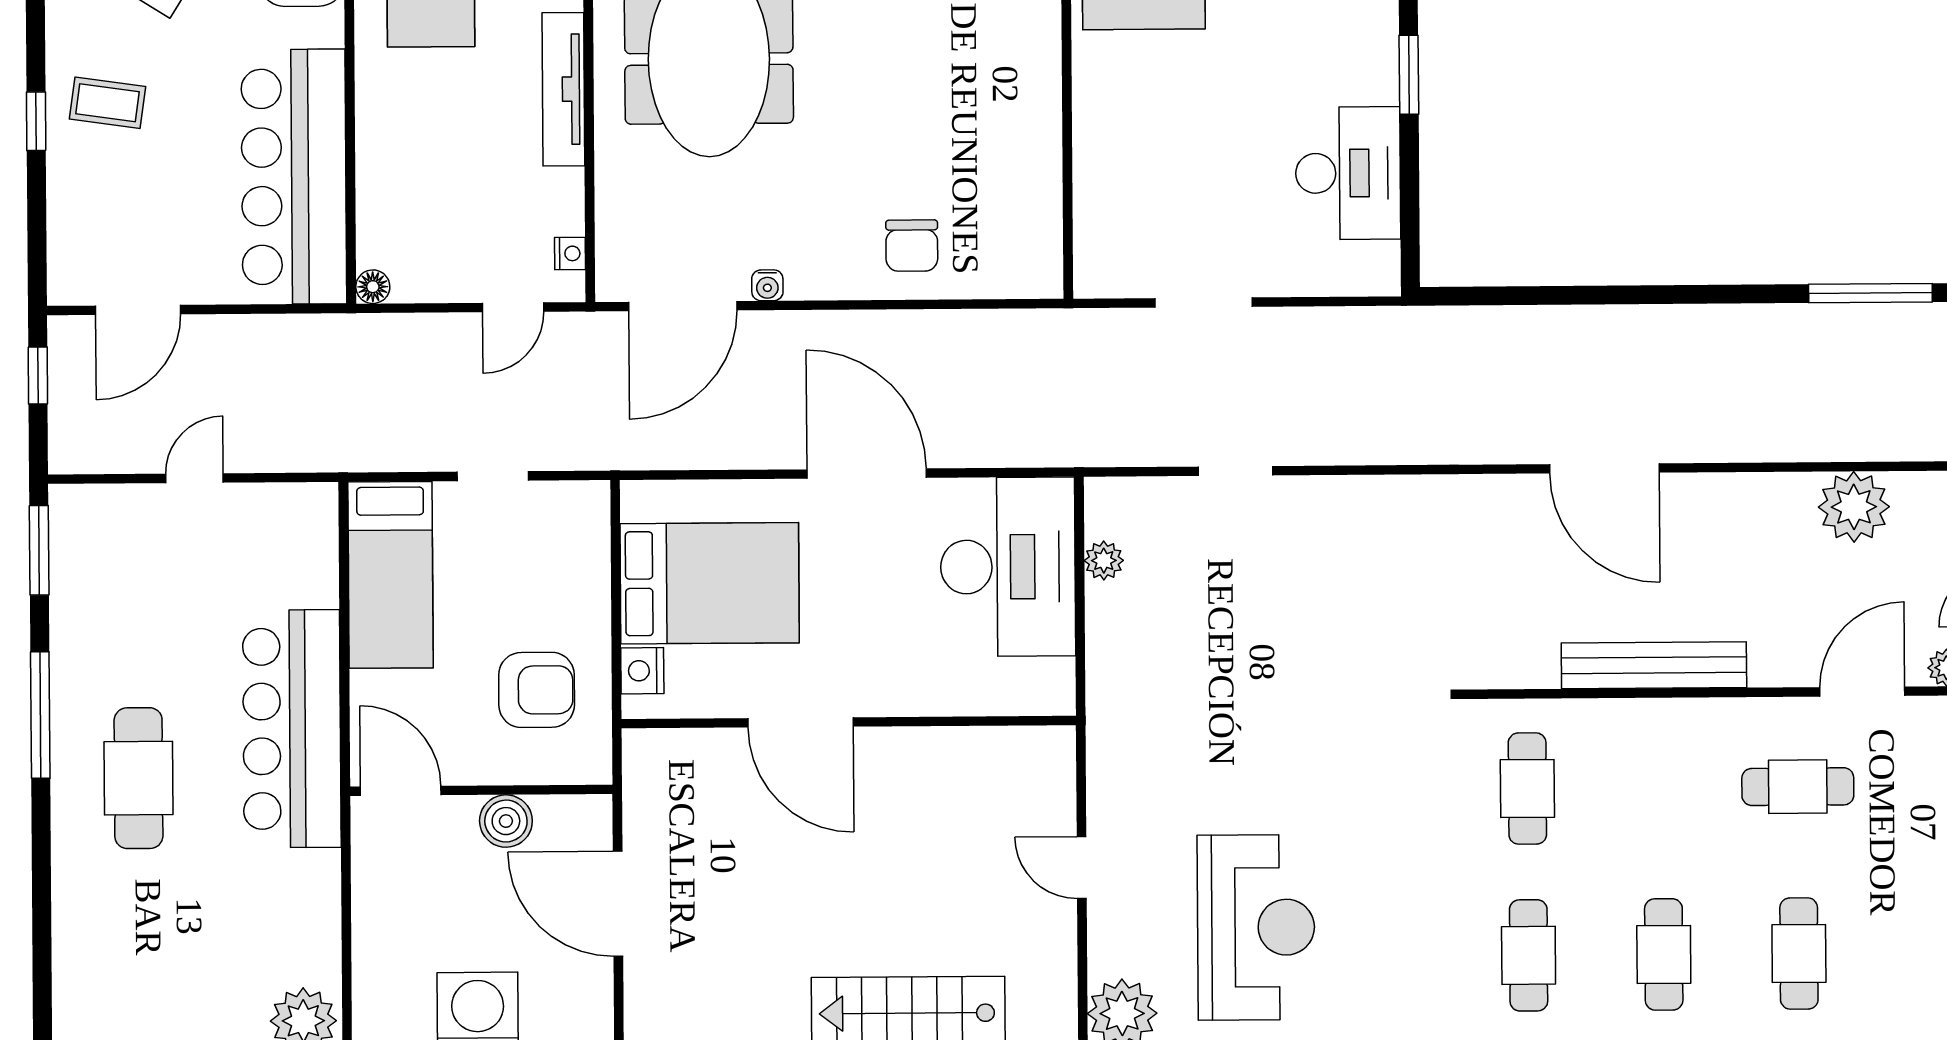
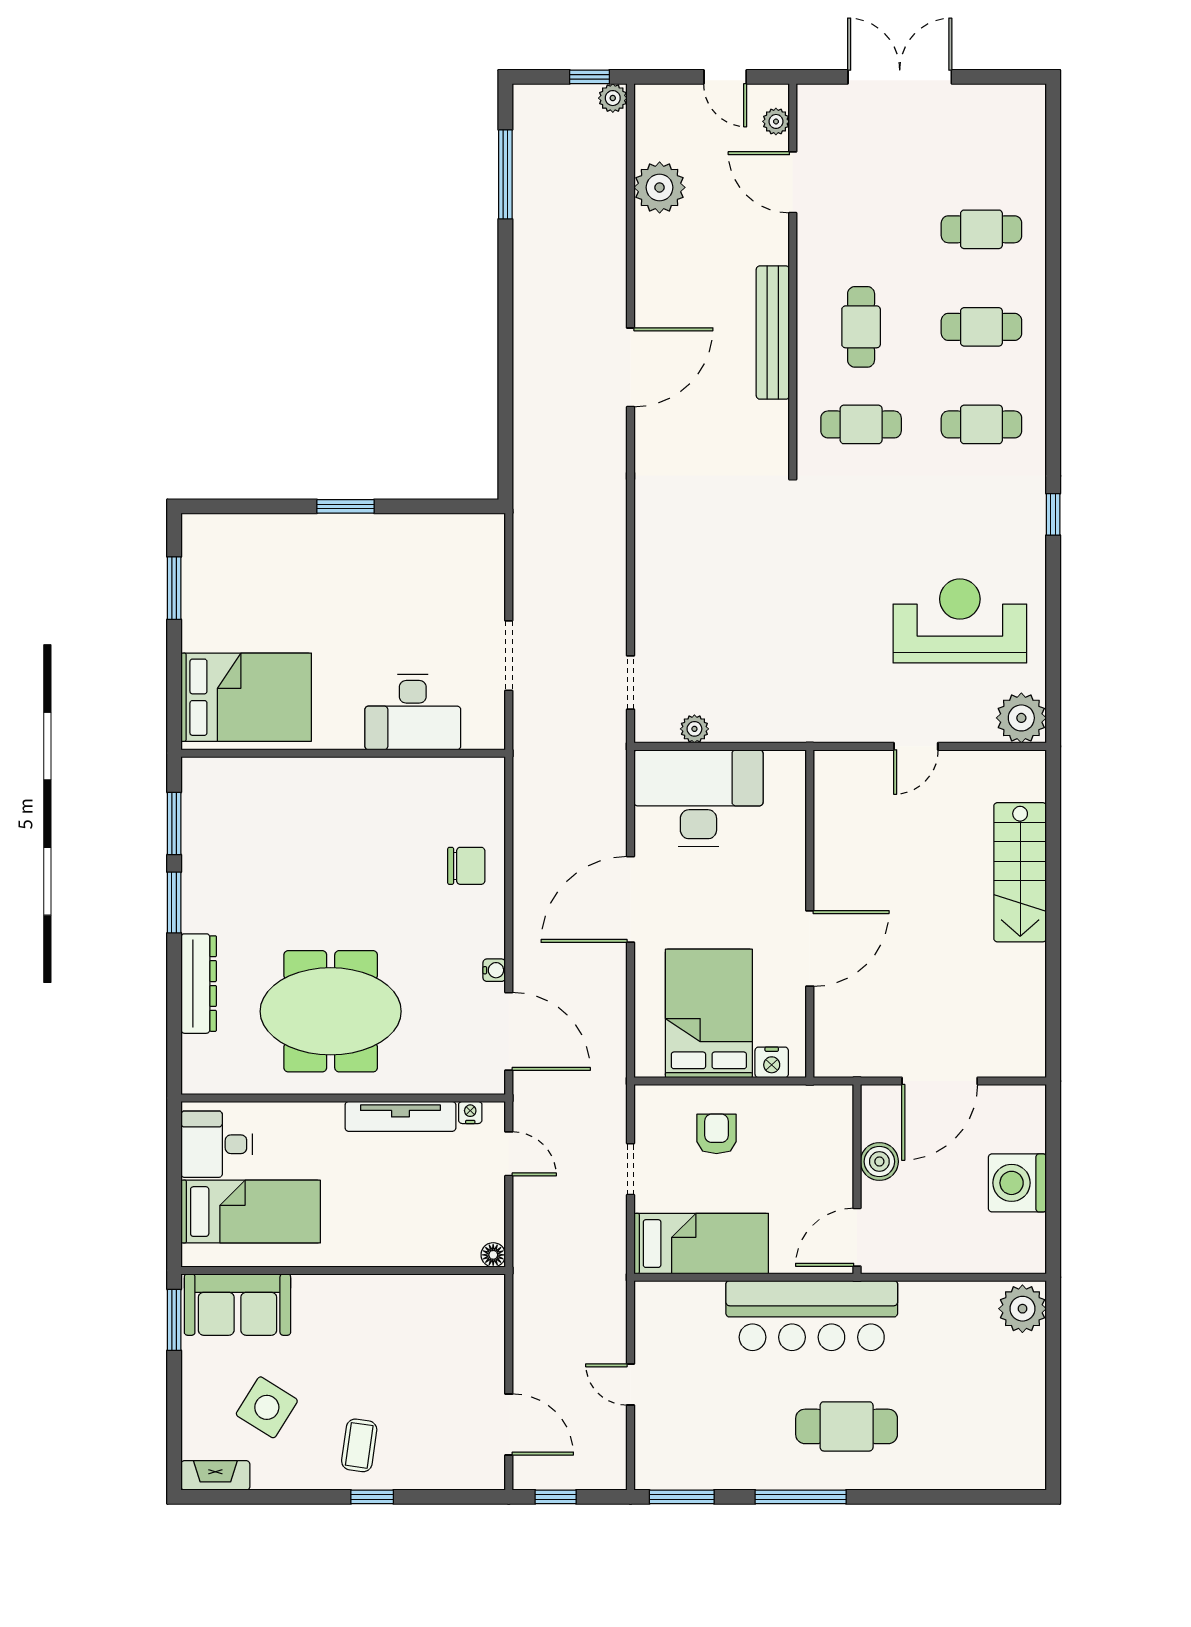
tv unit: (563, 89) -> (400, 1116), moved
desk: (1348, 173) -> (413, 712), moved, turned 180
bar counter: (294, 177) -> (413, 1311), removed
doorway: (1236, 471) -> (631, 683), moved
armchair: (537, 690) -> (716, 1134), moved, width x0.72, depth x0.72
cafe table: (1798, 787) -> (861, 327), moved

